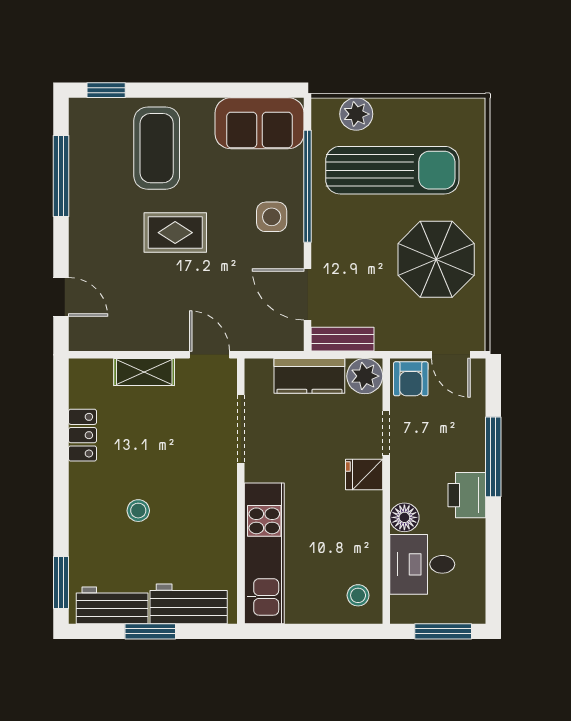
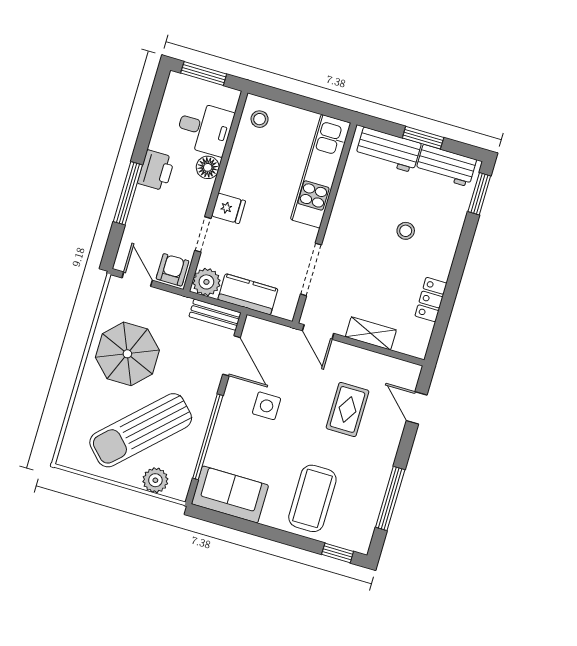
sun lounger: (392, 170) -> (141, 430), turned -44
side table: (272, 217) -> (267, 406), moved
rug: (175, 233) -> (348, 409), moved, turned 90

